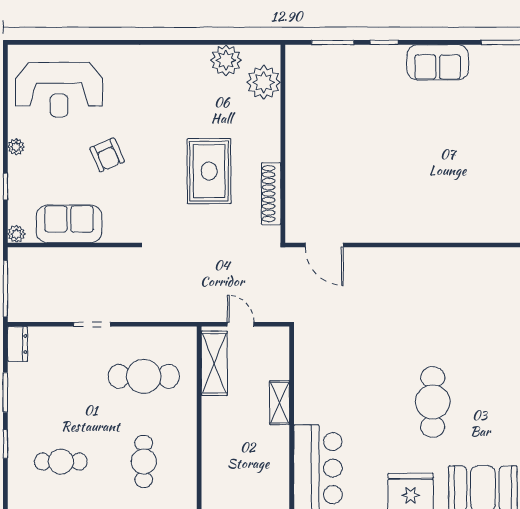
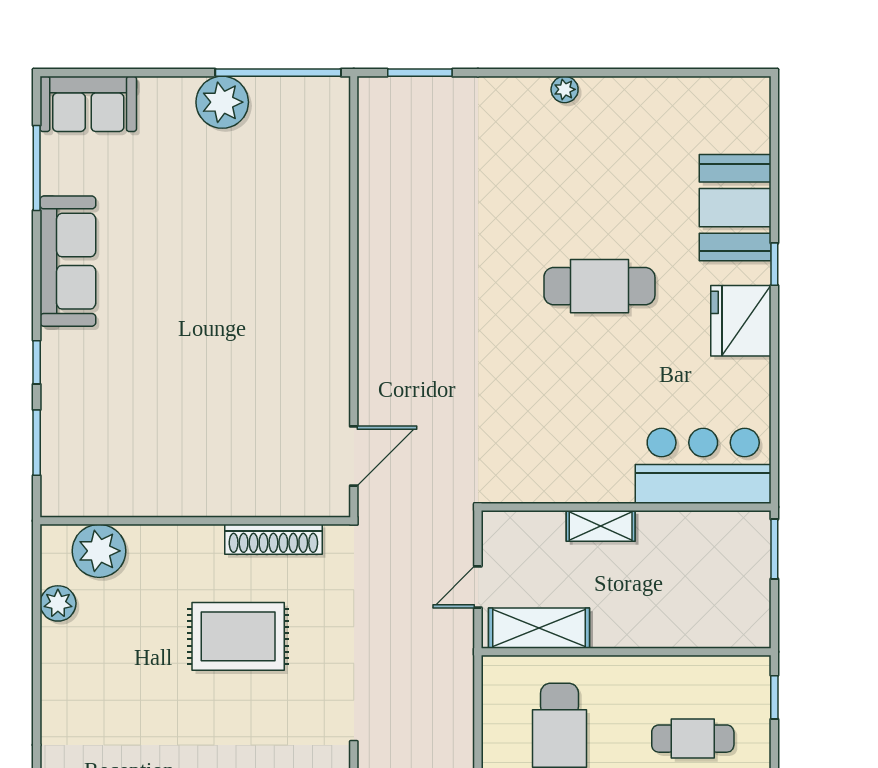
plant: (226, 60) -> (58, 603), width x0.73, depth x0.73
sofa: (438, 62) -> (68, 261), width x1.36

